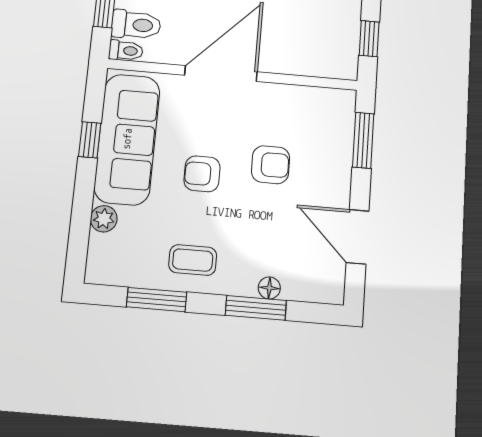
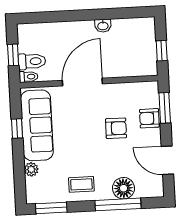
armchair: (202, 174) -> (149, 118), moved
floor lamp: (269, 288) -> (123, 188), width x1.89, depth x1.89
window: (157, 300) -> (51, 208), moved
window: (256, 308) -> (118, 204), width x1.44

